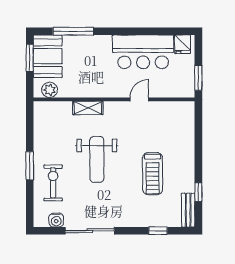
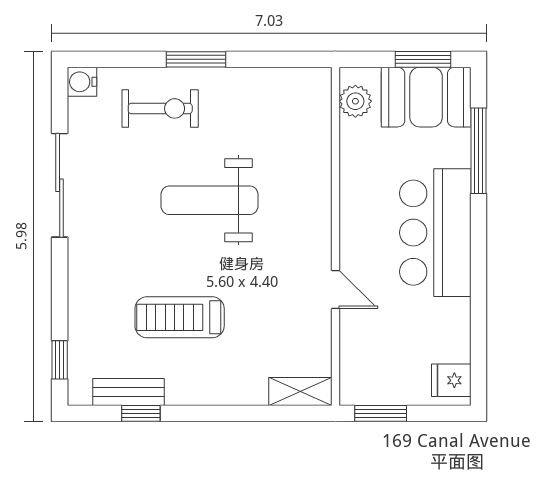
bar counter: (143, 52) -> (435, 233), moved
shelving: (88, 108) -> (300, 392), moved, turned 90
bench: (188, 210) -> (129, 392), moved
water cooler: (56, 220) -> (82, 82), moved
window: (158, 231) -> (60, 360), moved

